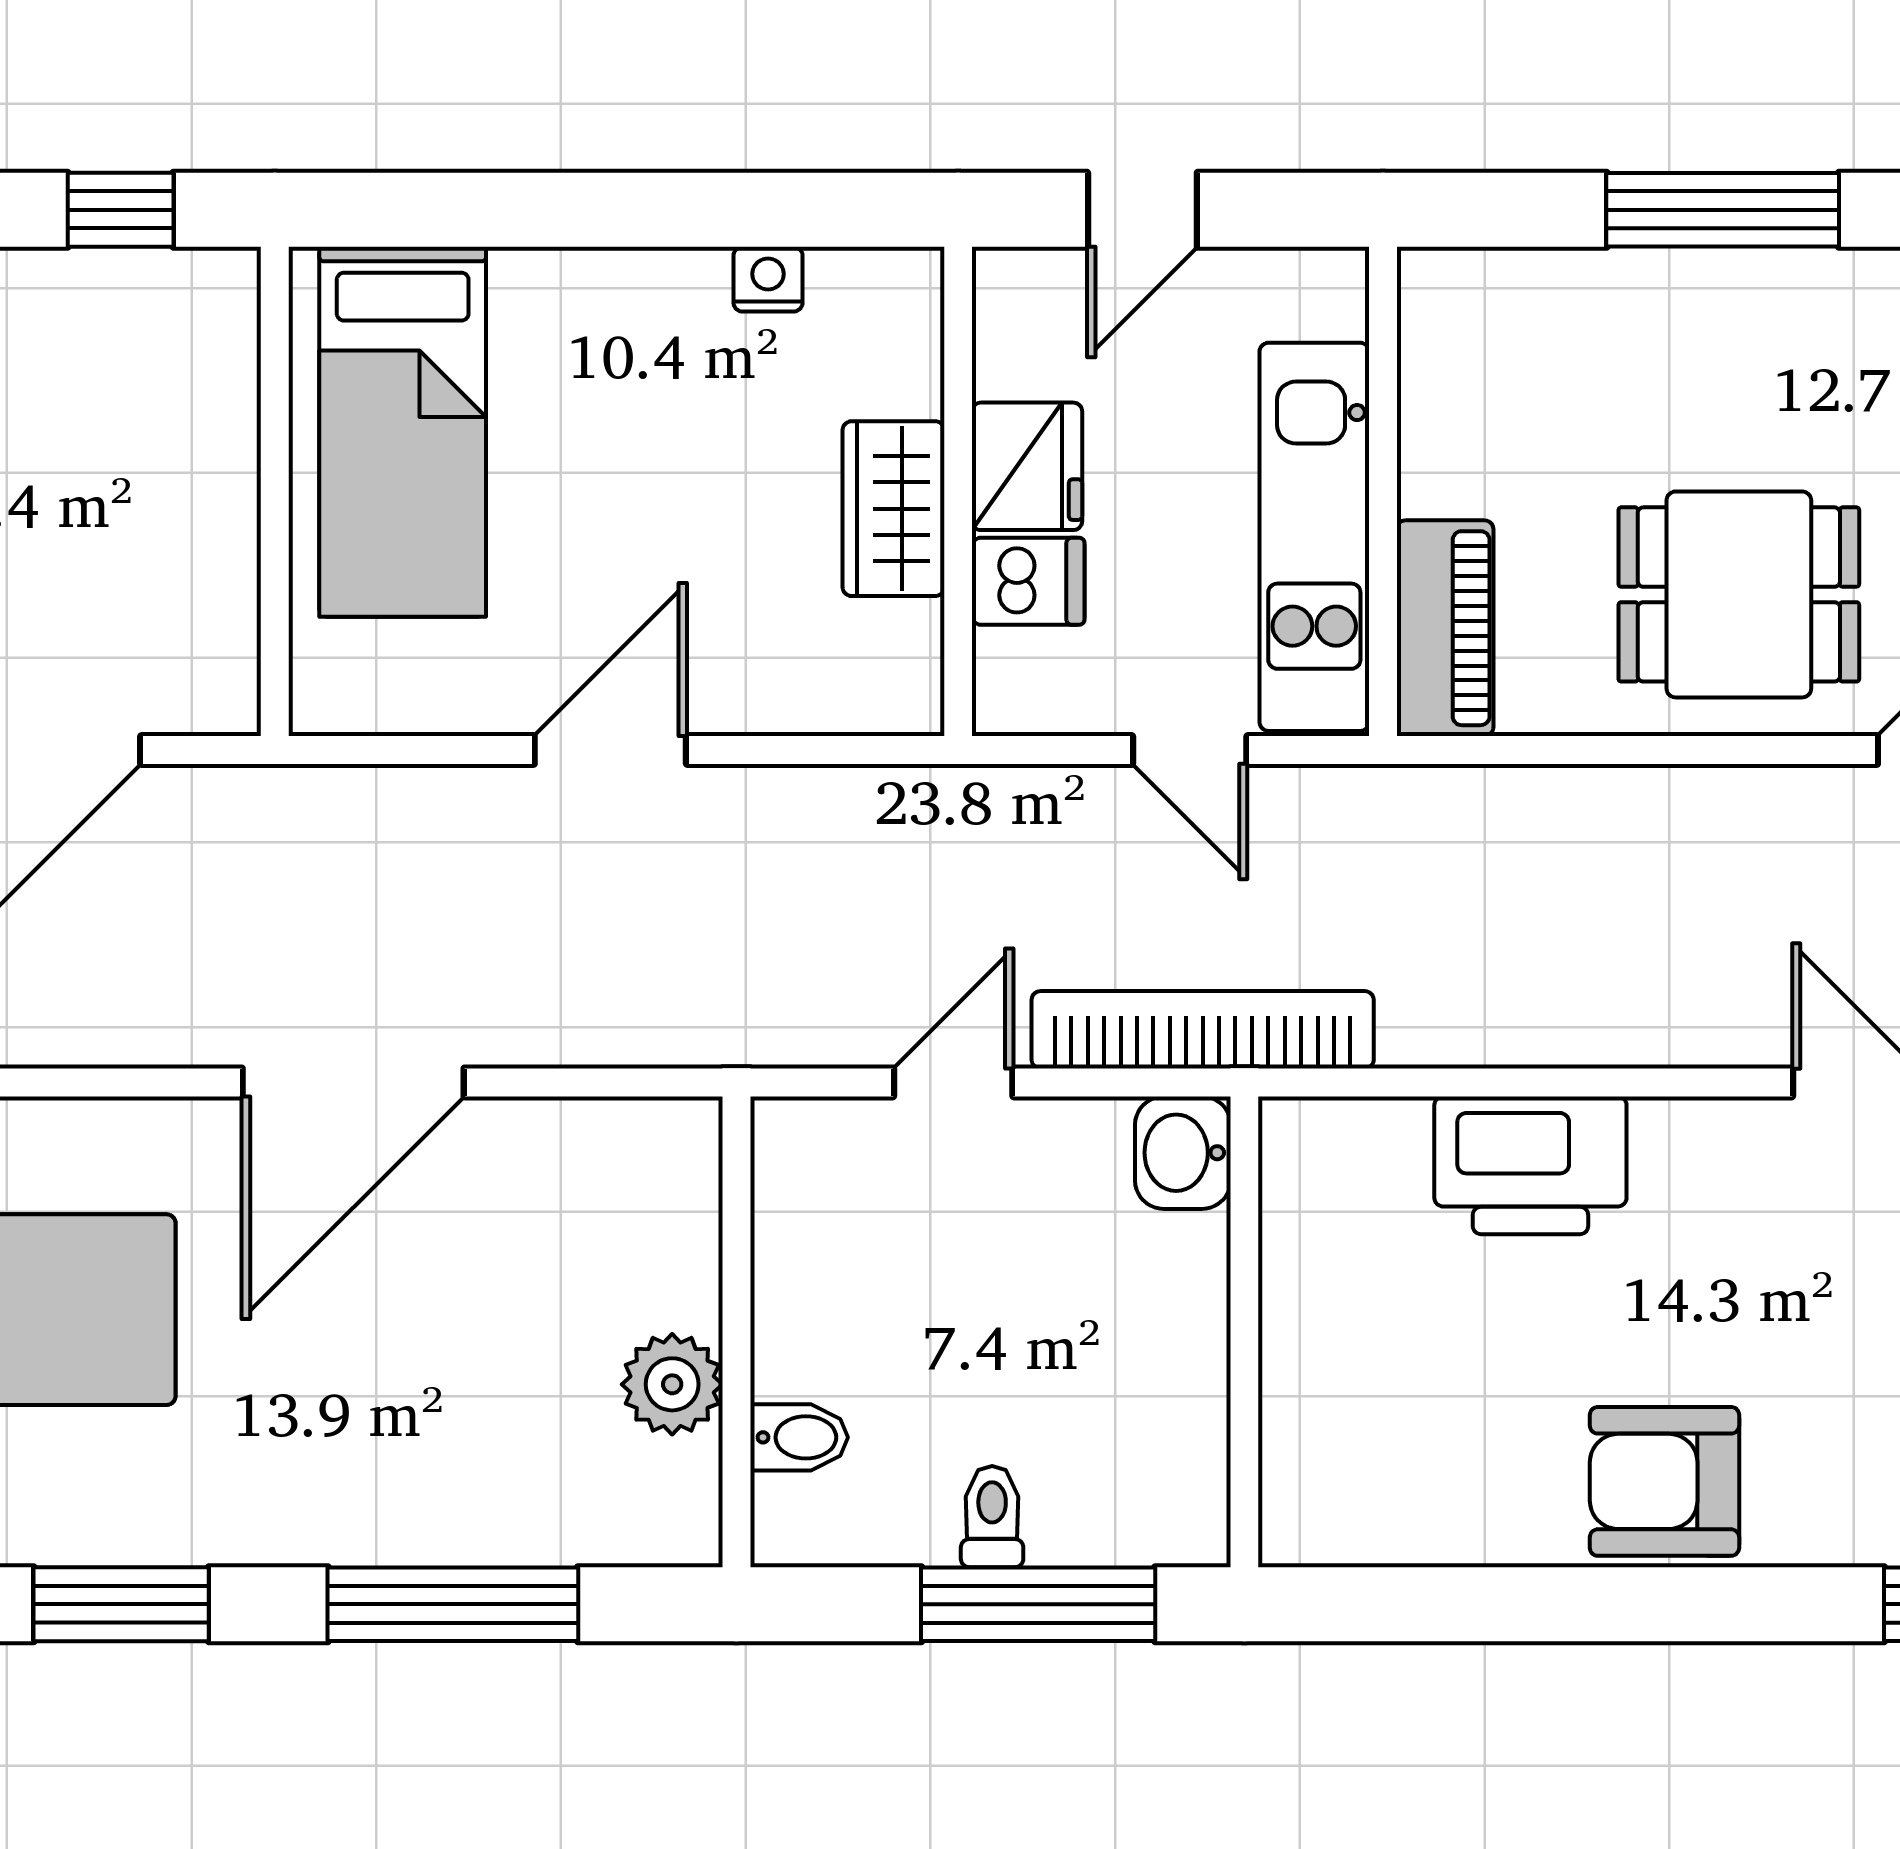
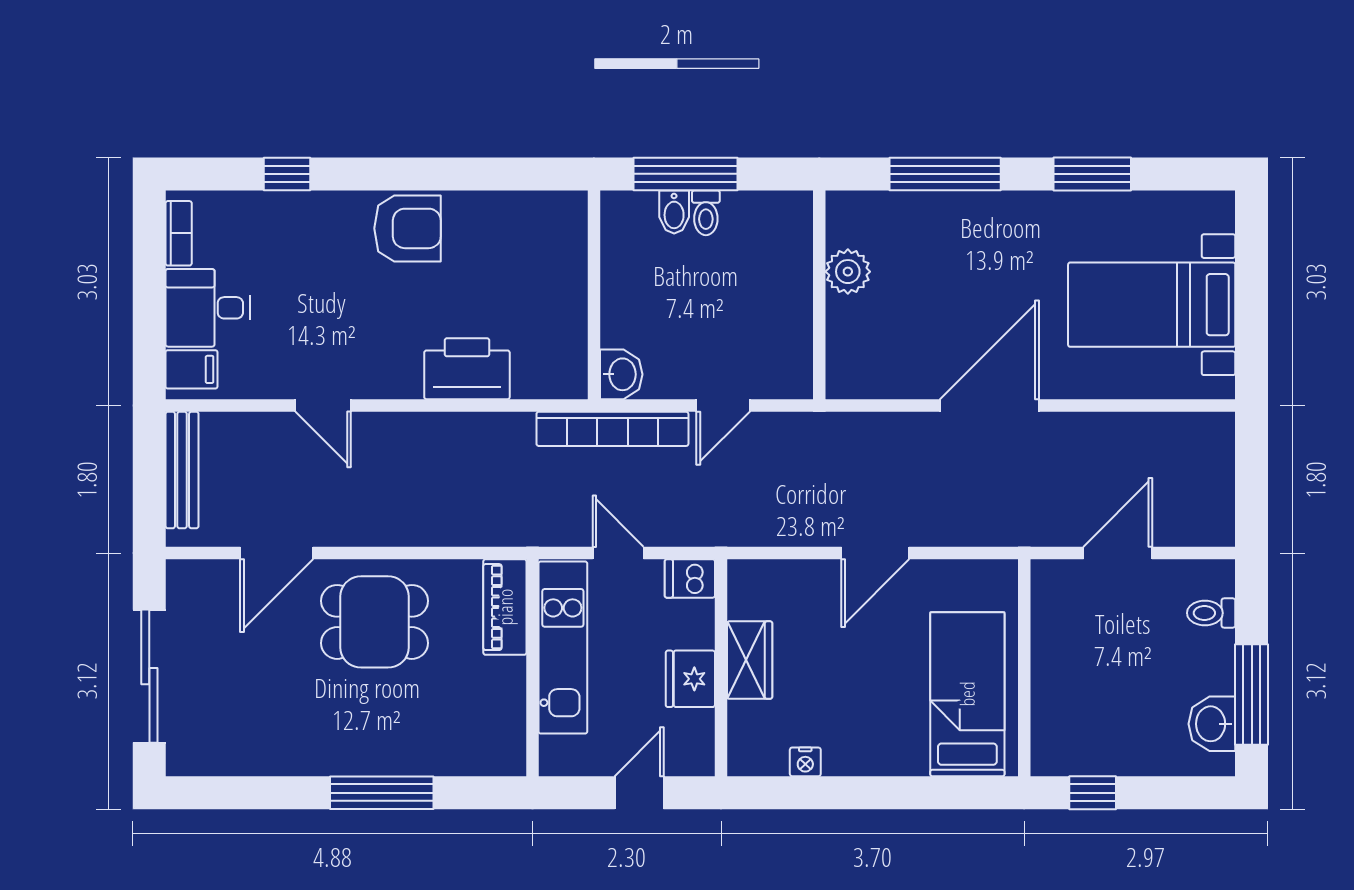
dishwasher: (1028, 581) -> (690, 578), moved
bidet: (799, 1437) -> (674, 212), moved, turned -90

